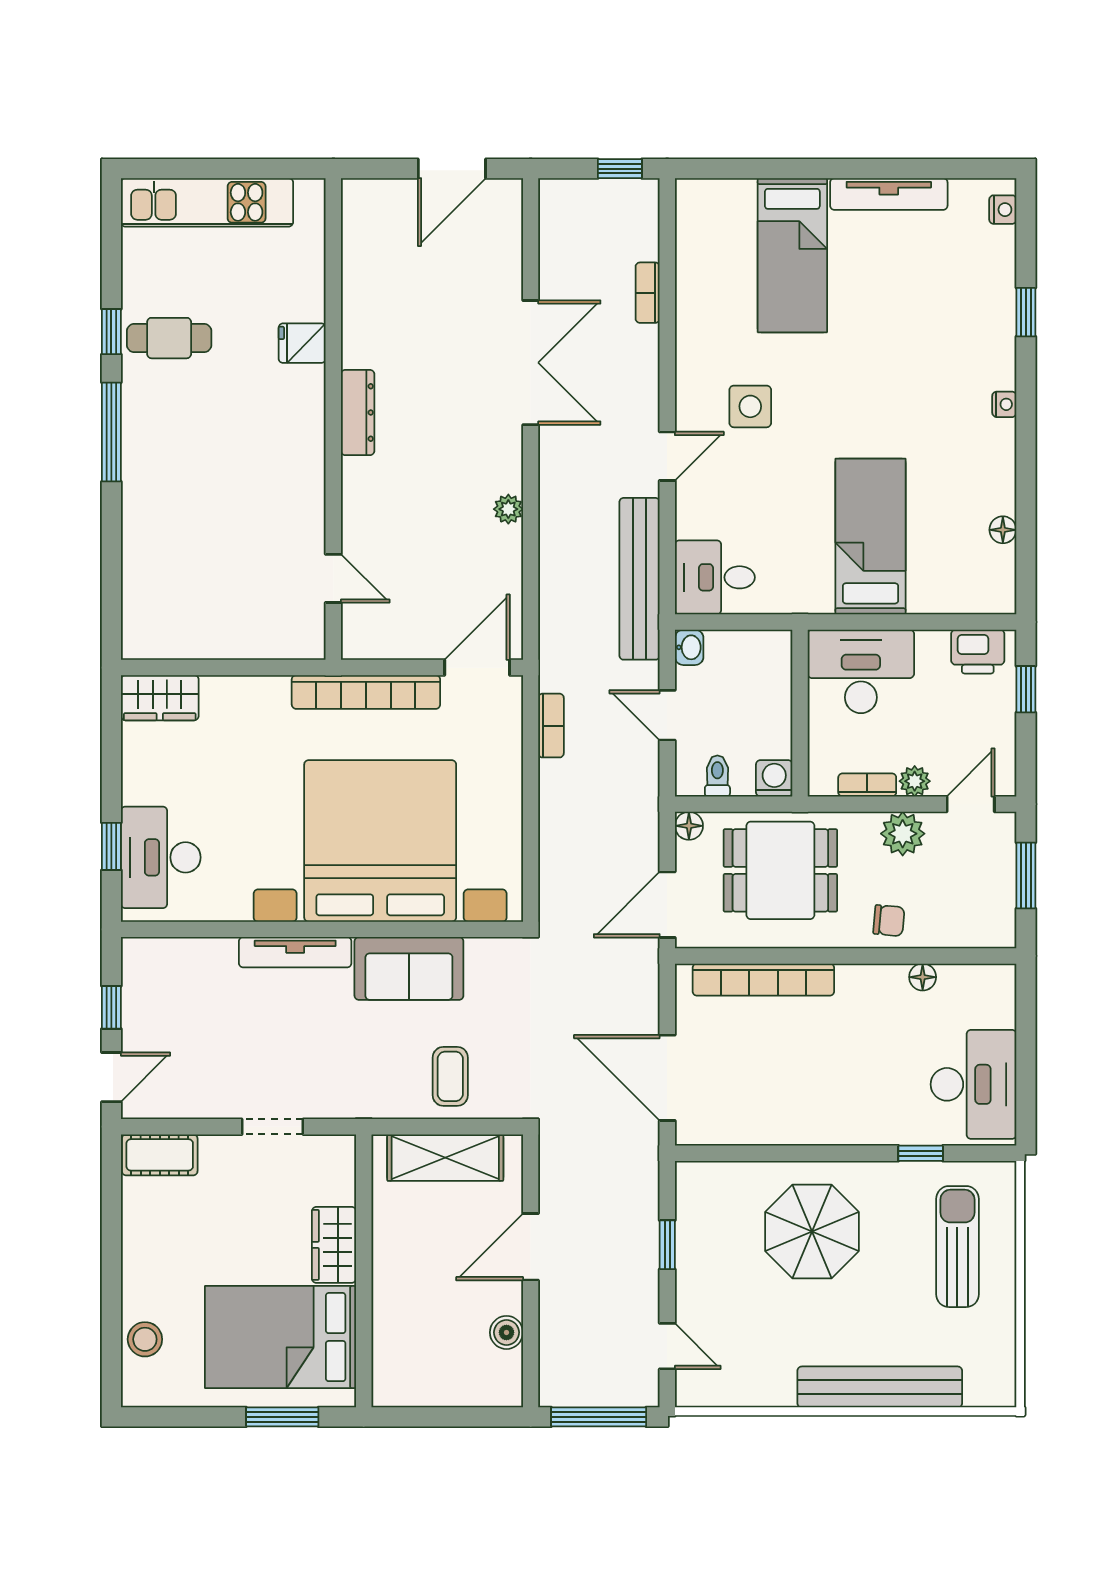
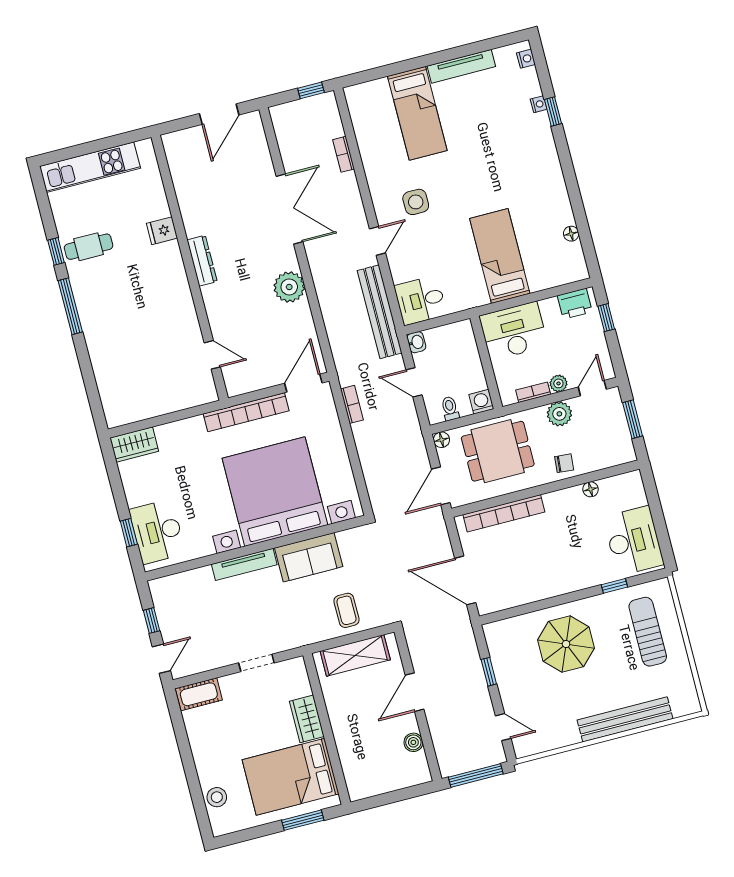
nightstand: (1004, 404) -> (539, 104), moved
plant: (508, 509) -> (289, 287), width x1.87, depth x1.87

